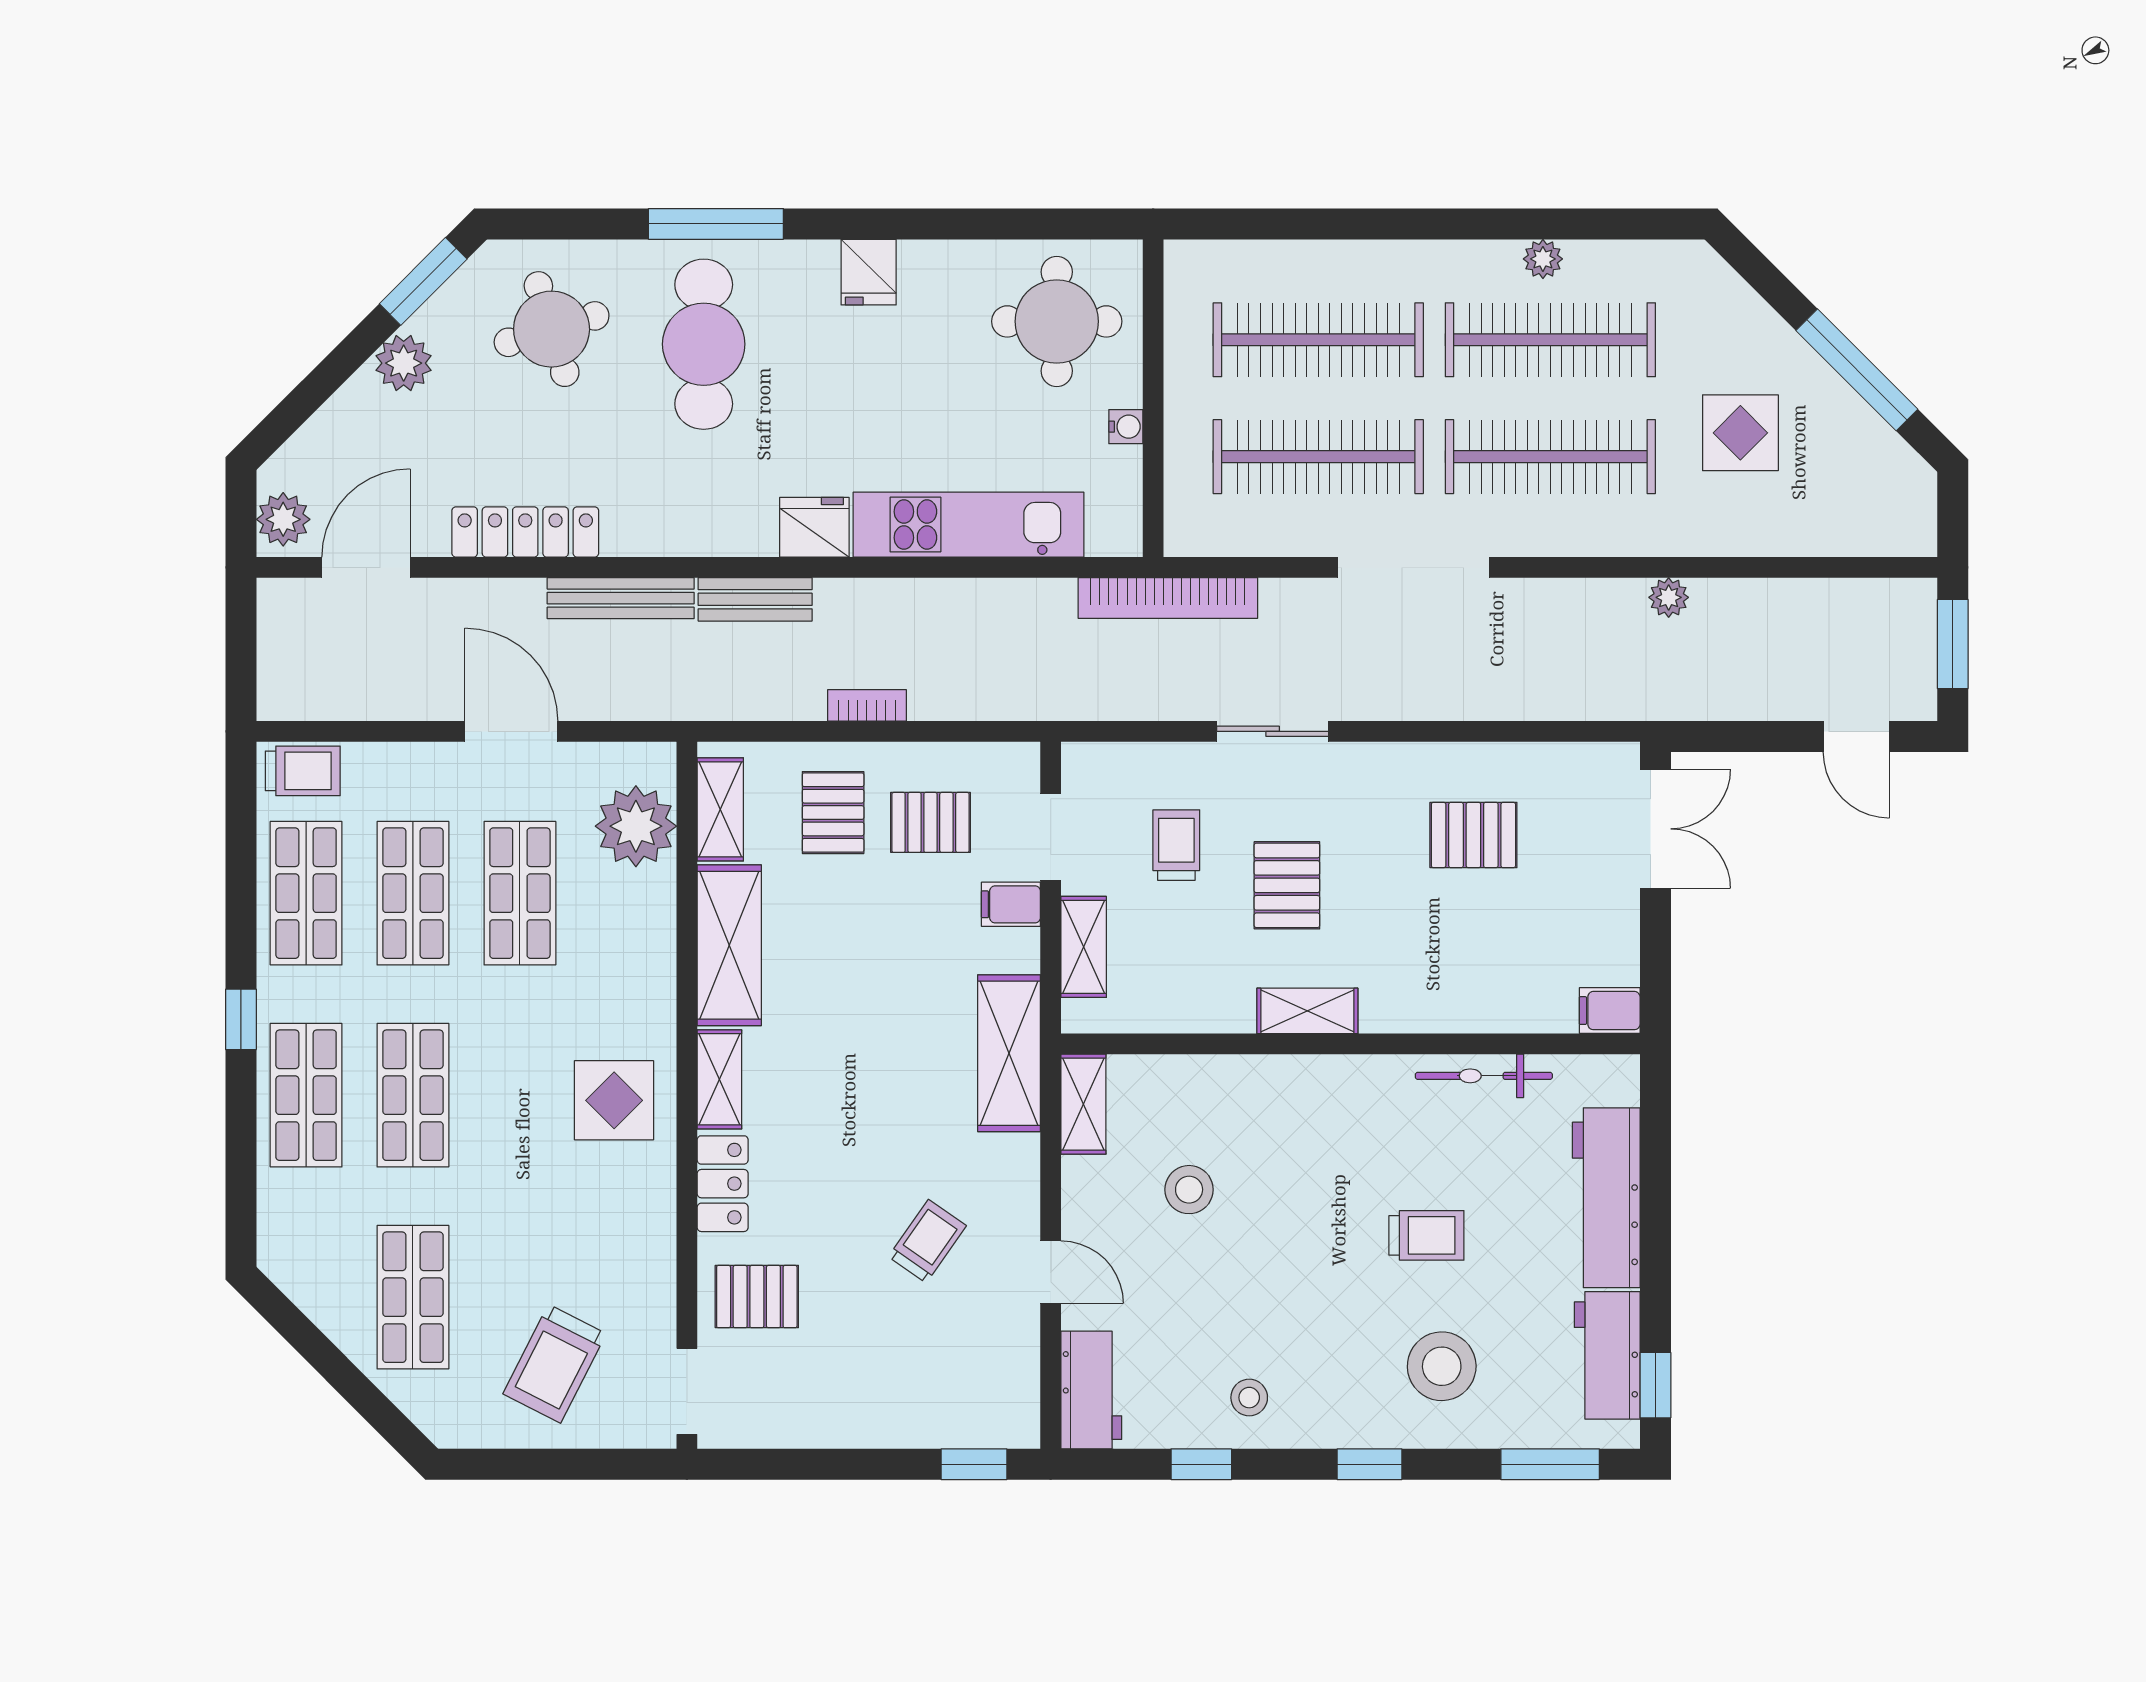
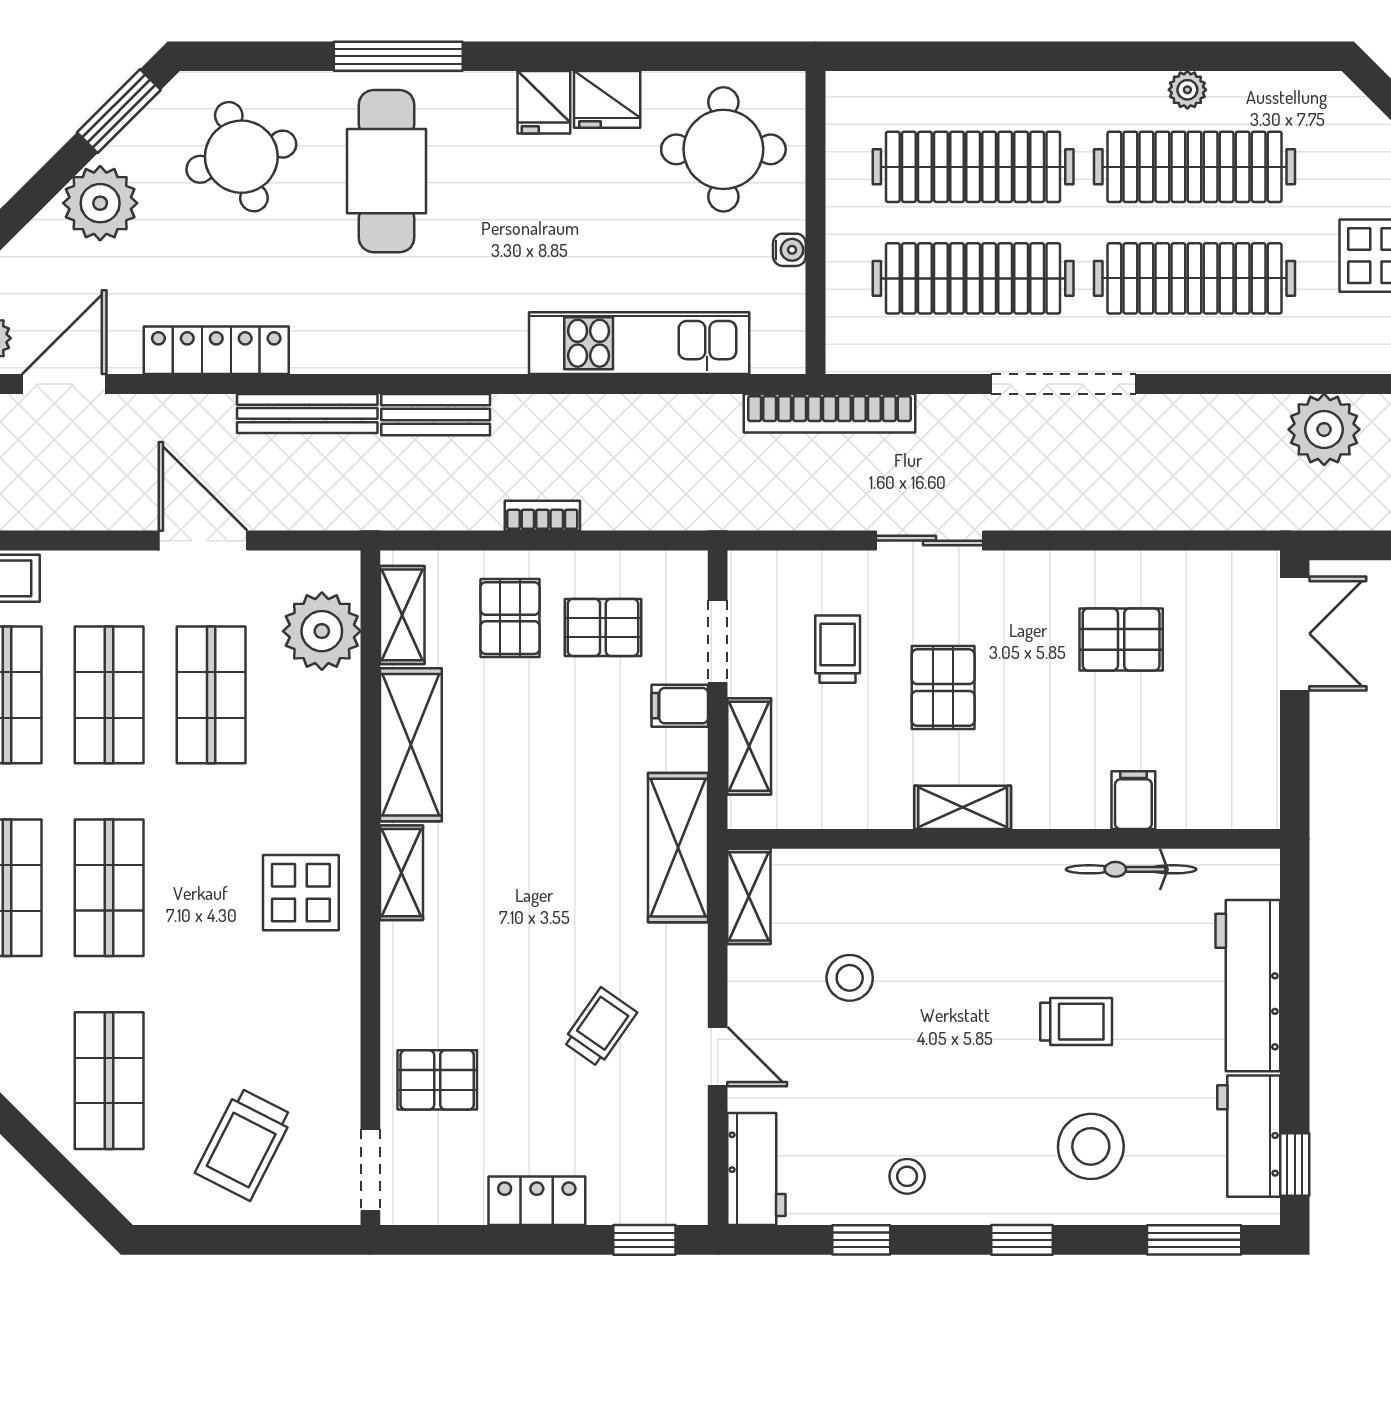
plant: (404, 363) -> (100, 203), width x1.36, depth x1.36
fridge: (814, 527) -> (607, 99), moved, turned 180
plant: (1669, 597) -> (1324, 429), width x1.88, depth x1.88
filing cabinet: (1610, 1011) -> (1133, 800), moved, turned 90
locker: (723, 1184) -> (537, 1201), moved, turned -90

